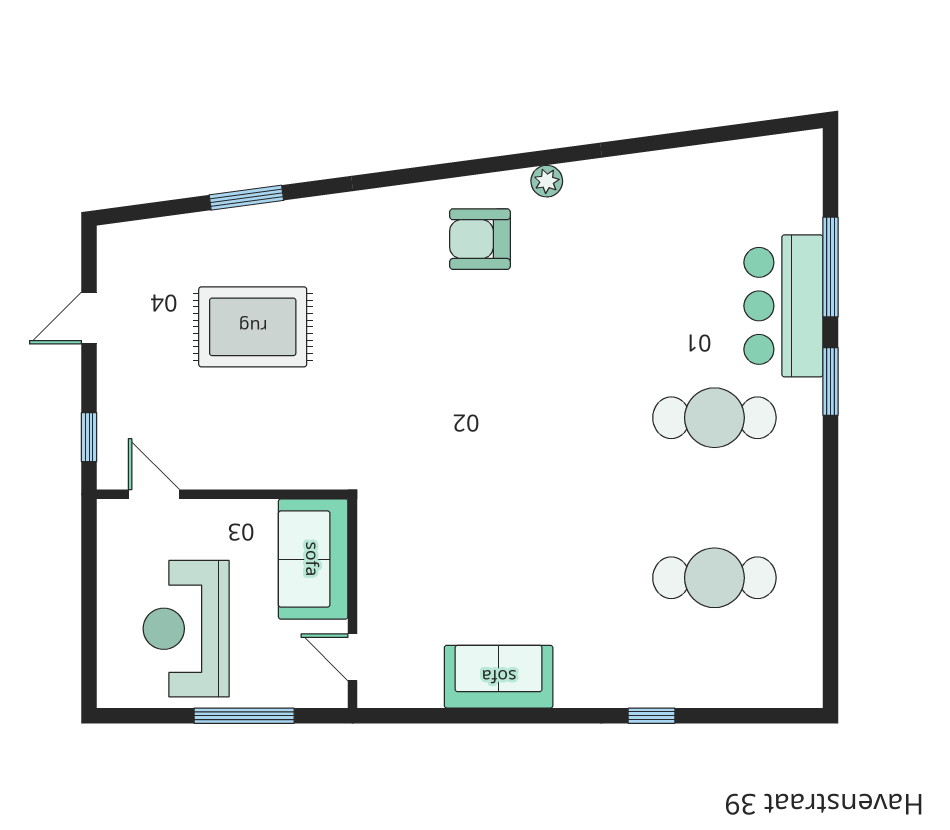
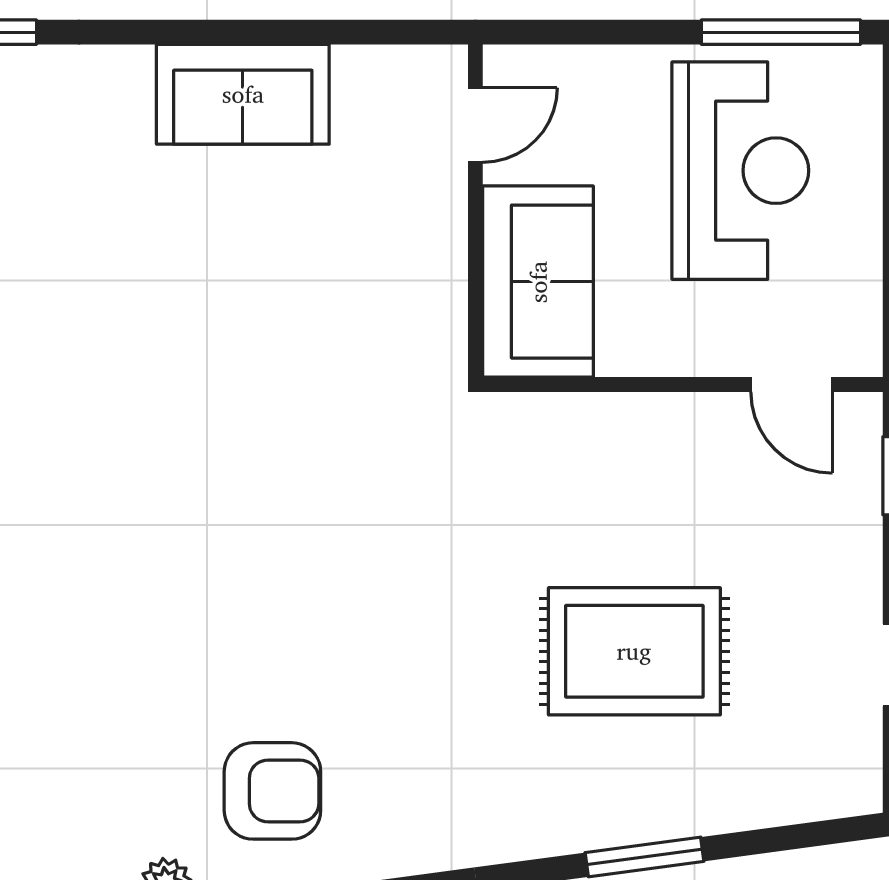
door: (353, 657) -> (475, 125), hinge flipped
window: (244, 716) -> (781, 32), moved

